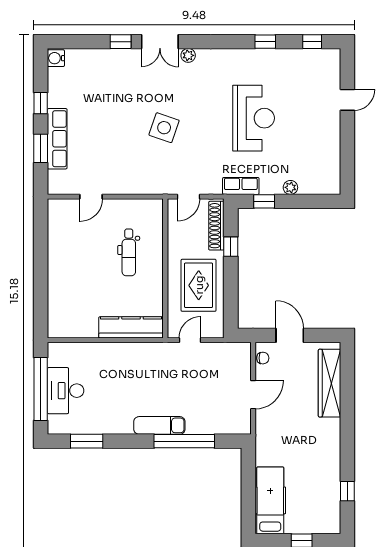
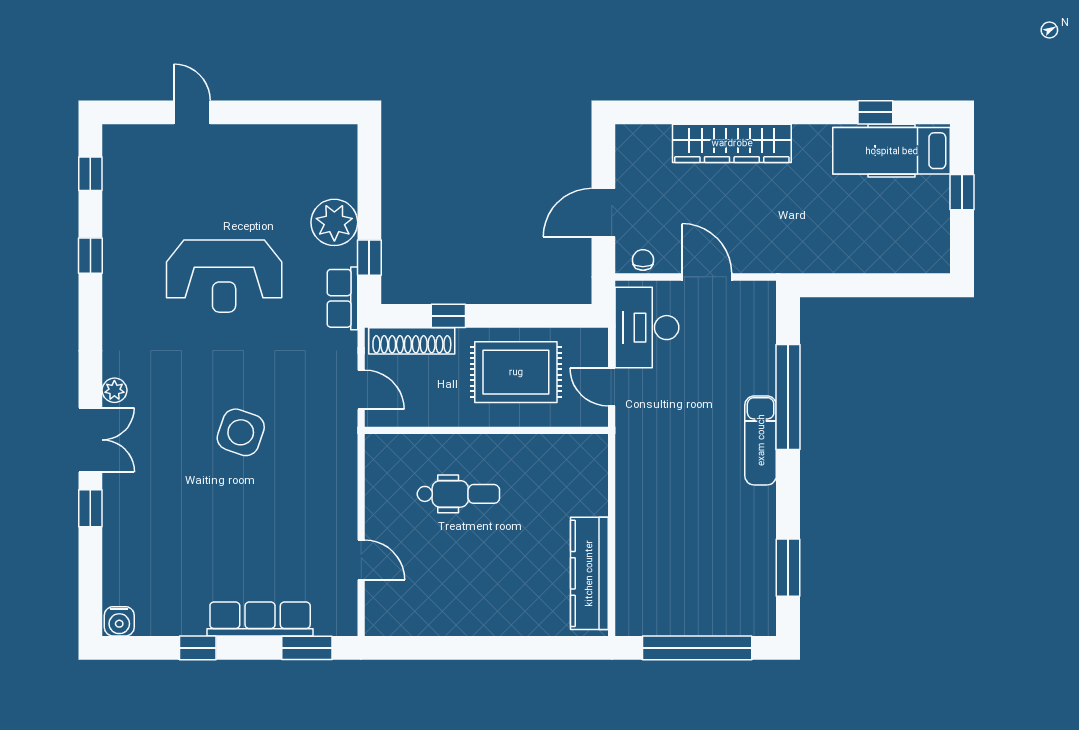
reception desk: (254, 118) -> (224, 276), turned 180
window: (41, 148) -> (307, 648), moved
plant: (290, 187) -> (334, 222), width x1.88, depth x1.88
kitchen counter: (131, 327) -> (589, 573), moved
wardrobe: (329, 383) -> (732, 143), moved
desk: (66, 391) -> (647, 328), moved, turned 90
hospital bed: (270, 500) -> (892, 151), moved

